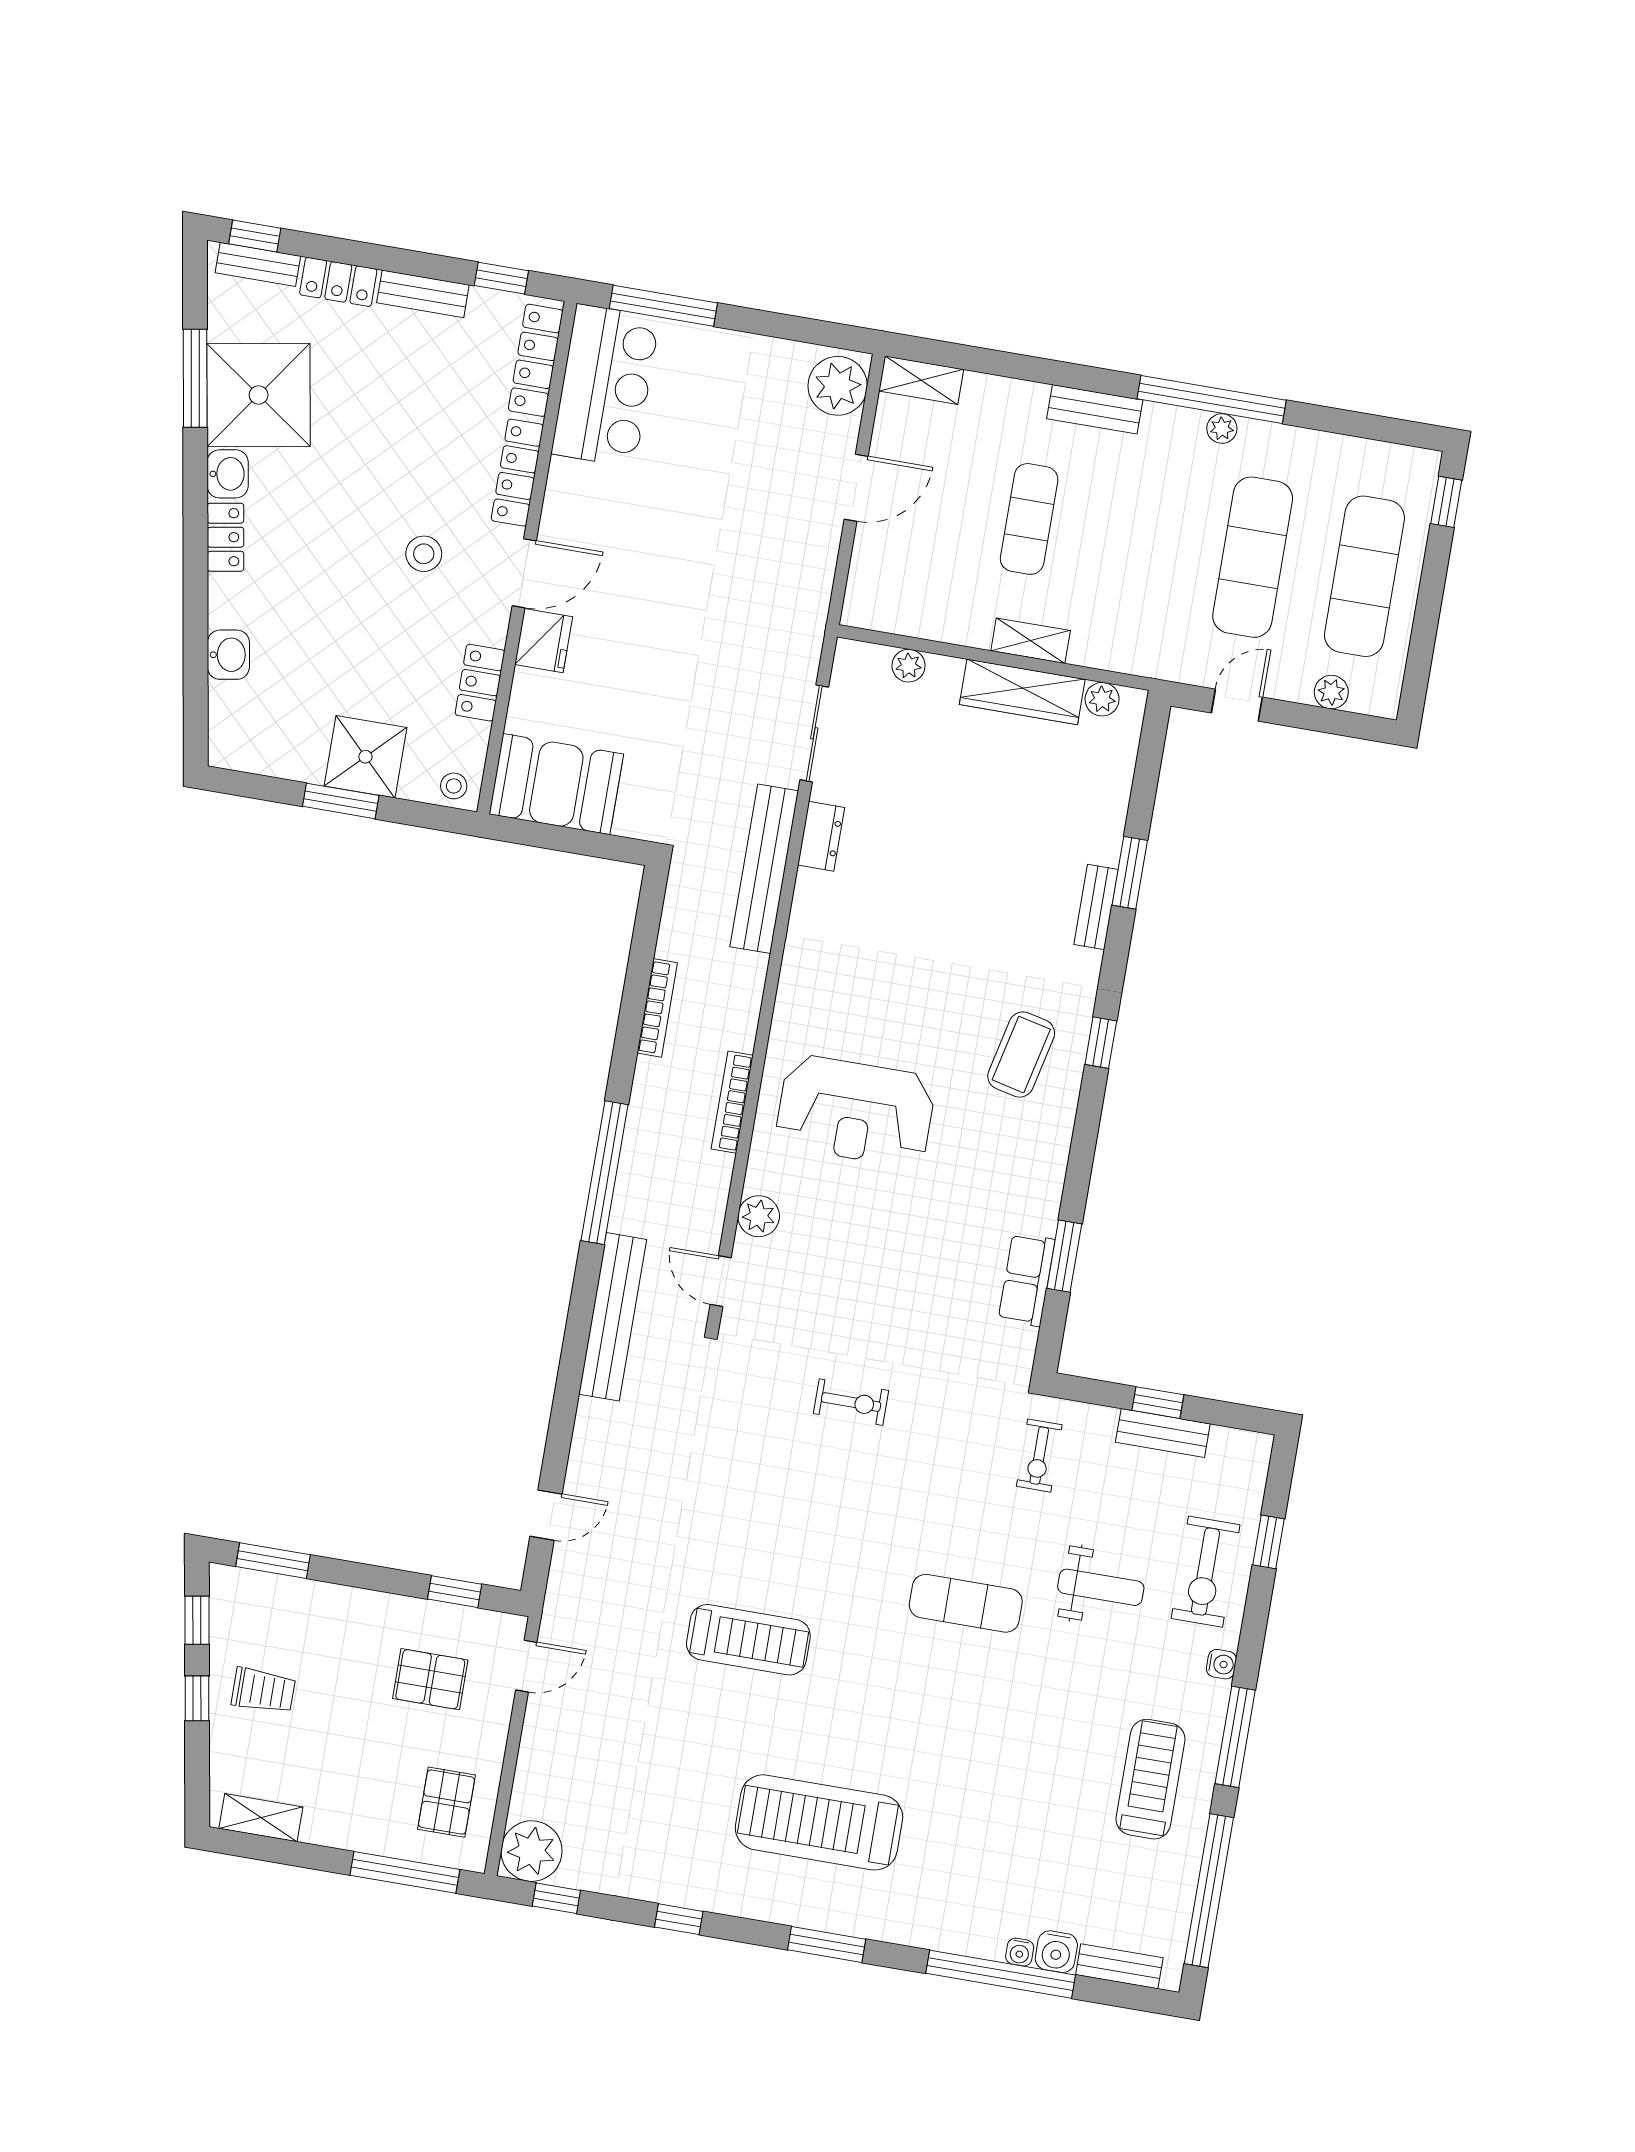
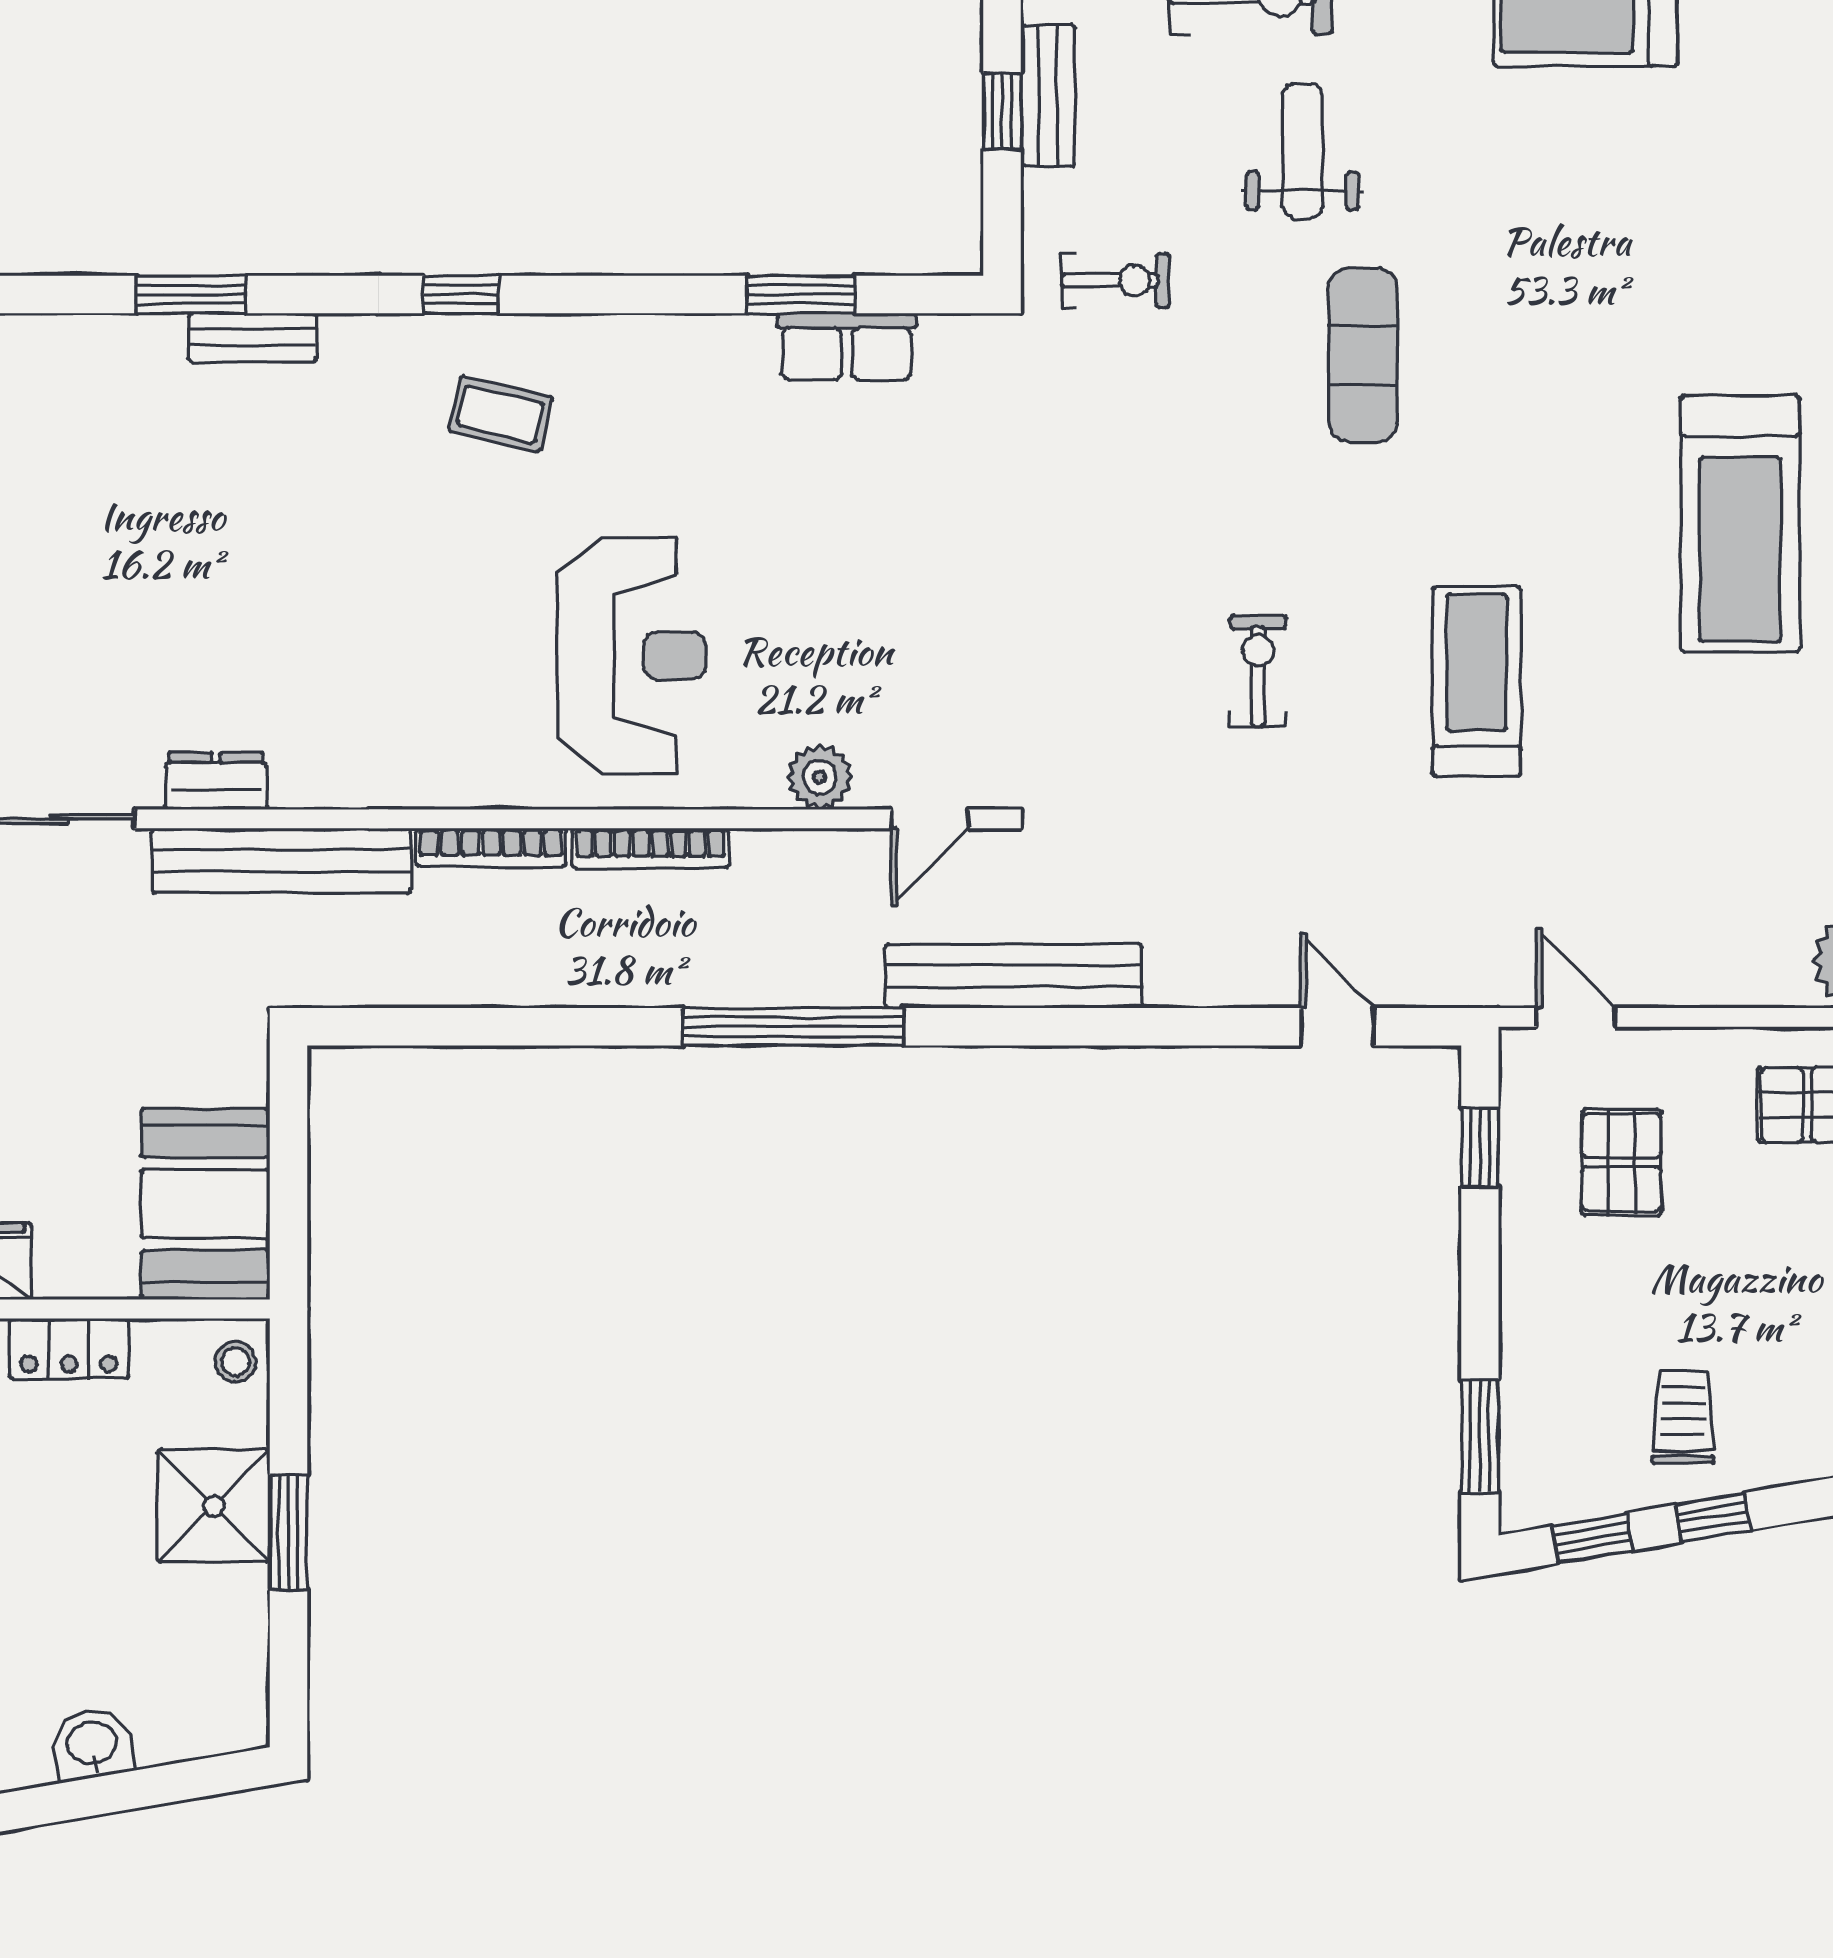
bookcase: (657, 1008) -> (491, 847), moved, turned 180
coffee table: (1021, 1055) -> (501, 414), width x0.73, depth x0.77
exercise bike: (851, 1402) -> (1258, 671), moved

